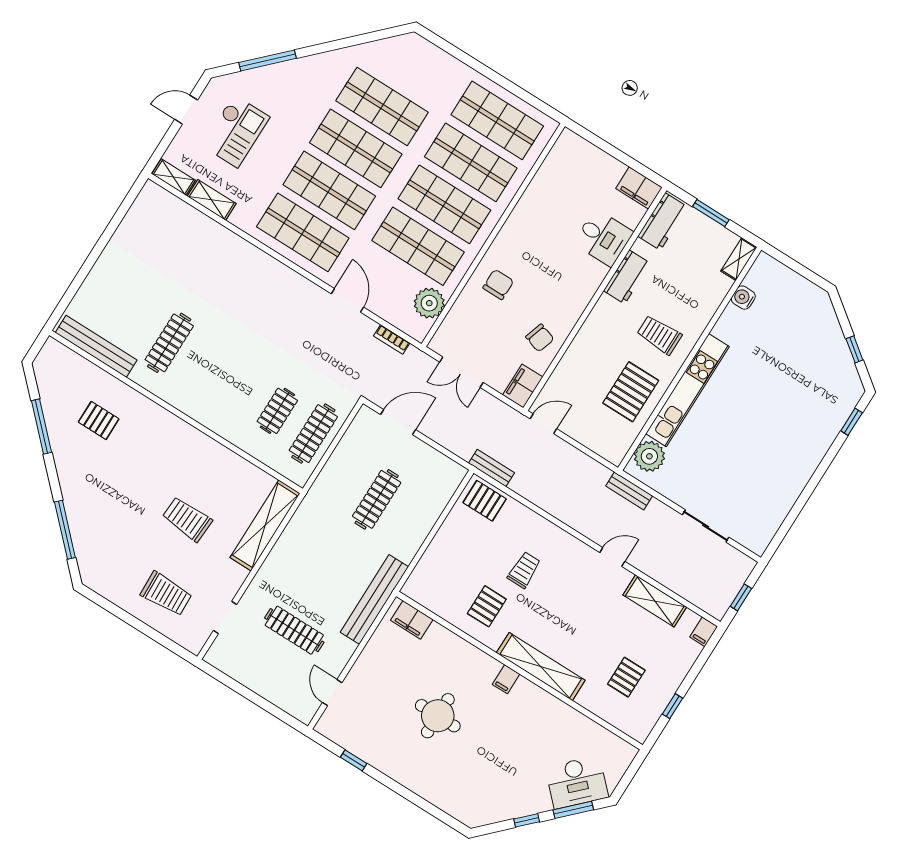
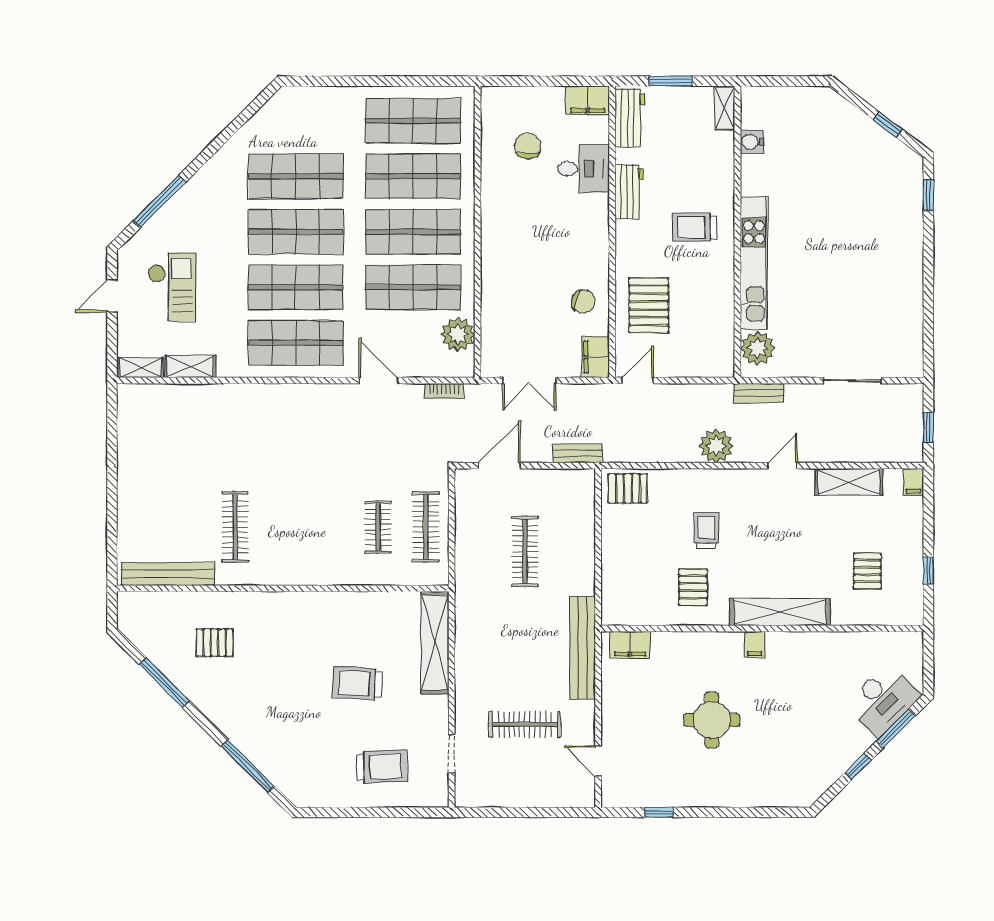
chair: (498, 284) -> (528, 146), moved
pallet: (631, 392) -> (649, 305), moved
bench: (491, 468) -> (578, 453), moved
plant: (572, 511) -> (716, 446), added

